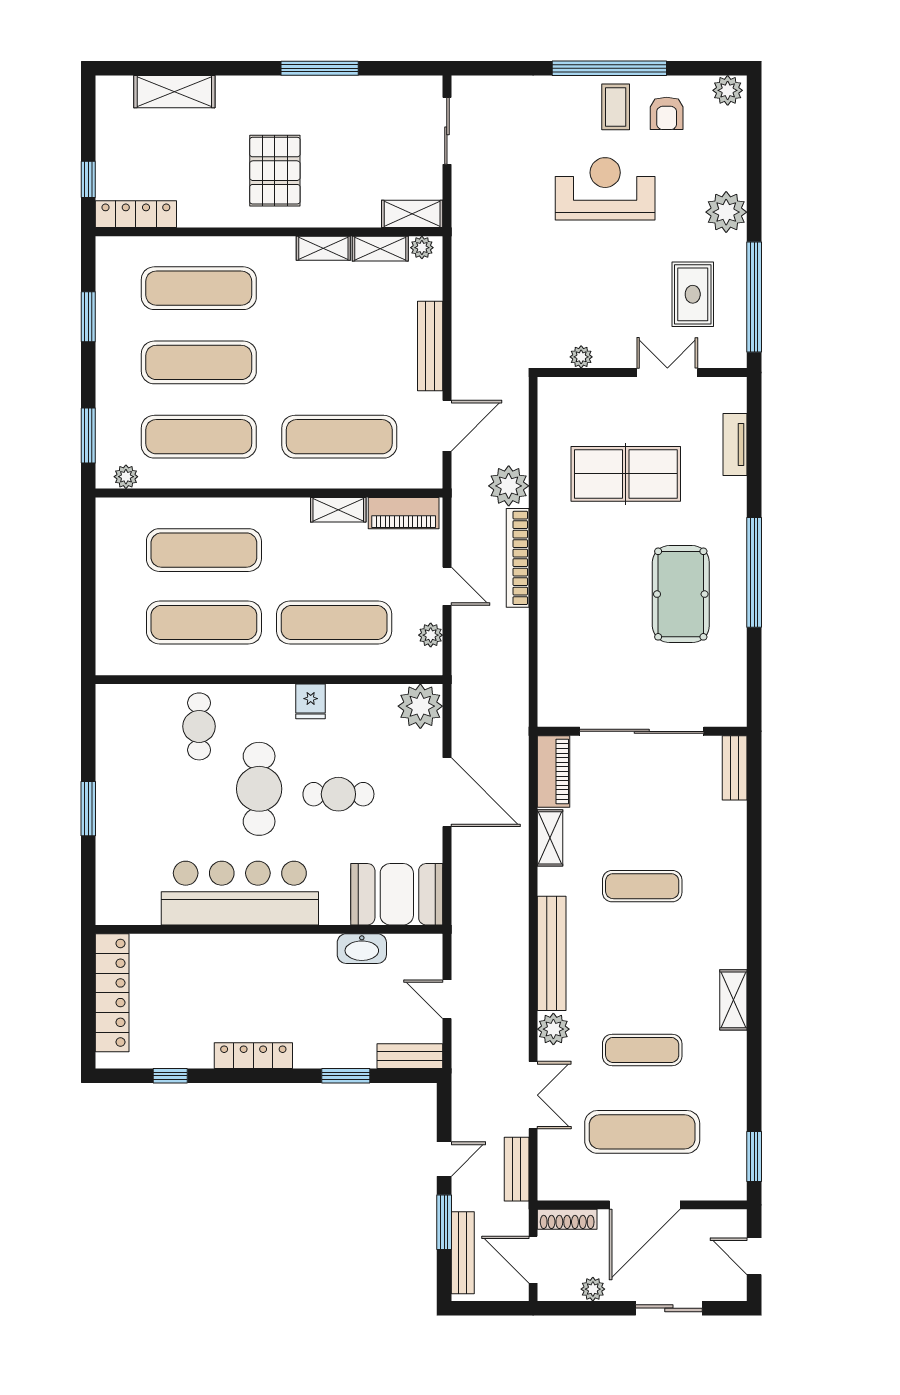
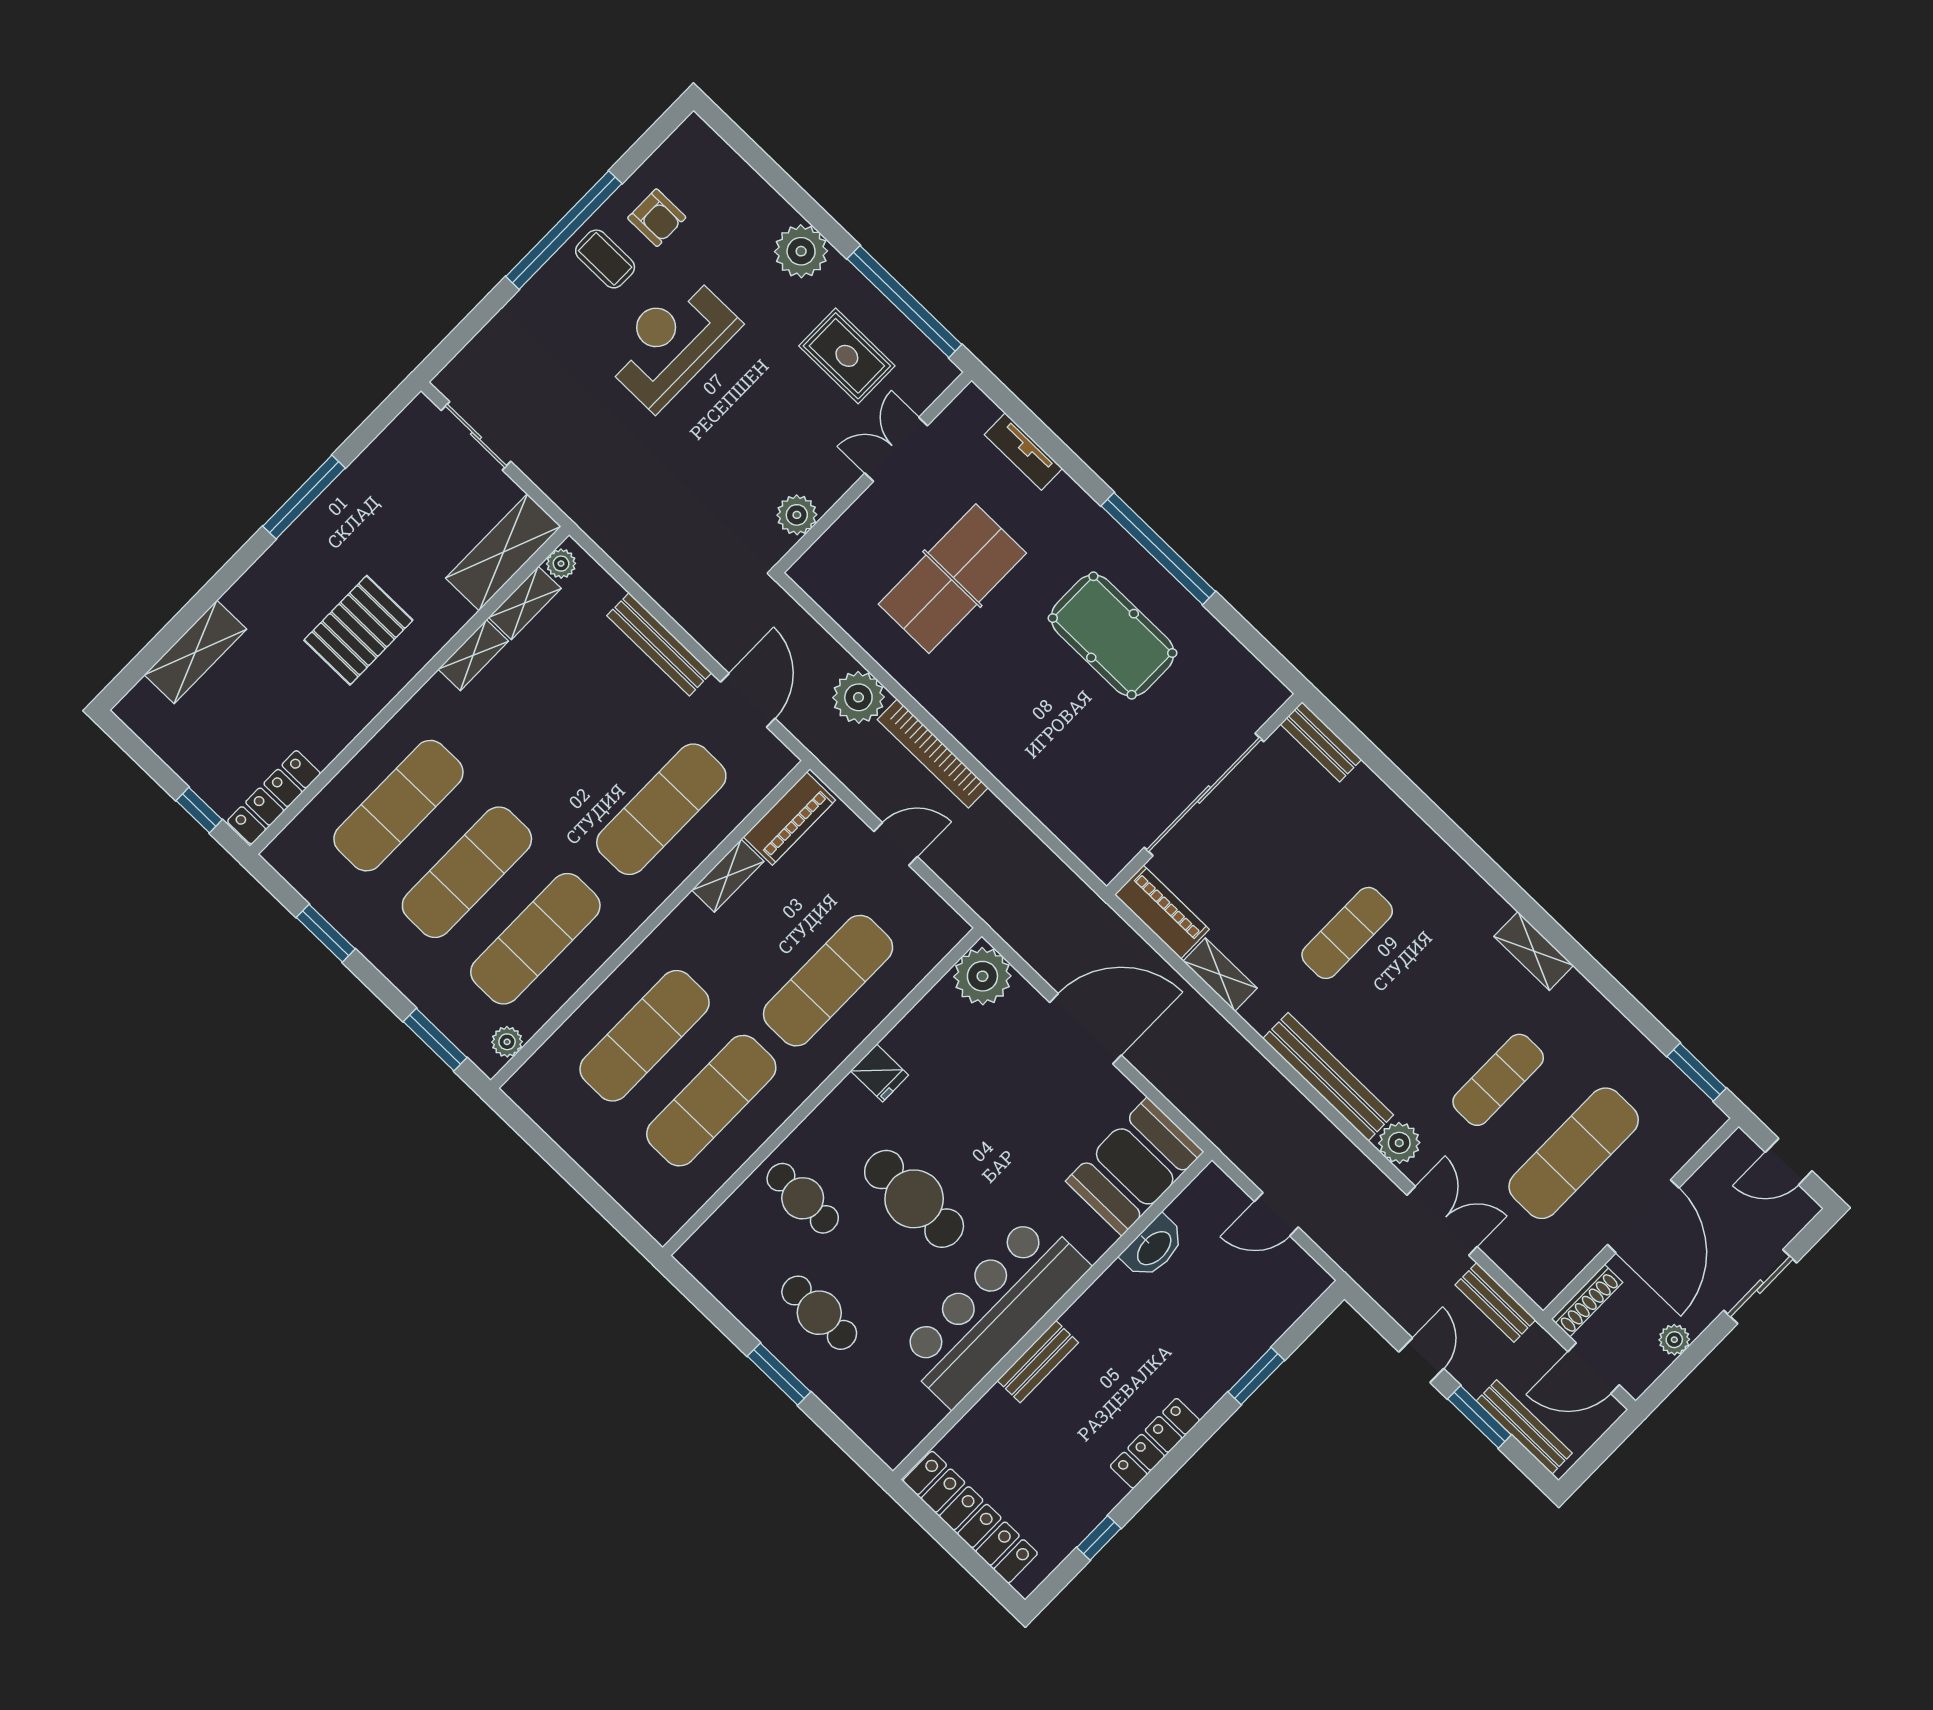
plant: (728, 90) -> (690, 141), removed
pallet: (275, 171) -> (358, 630), turned 90
shelving: (412, 214) -> (503, 552), width x1.50, depth x1.33
plant: (581, 357) -> (797, 515), width x1.38, depth x1.38
plant: (431, 635) -> (926, 903), removed
cafe table: (338, 794) -> (819, 1313), moved, turned 90
bench: (410, 1056) -> (1038, 1362), moved

